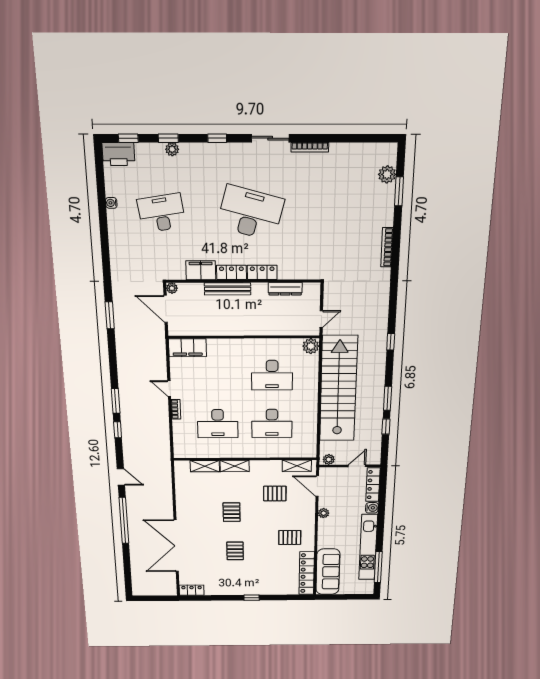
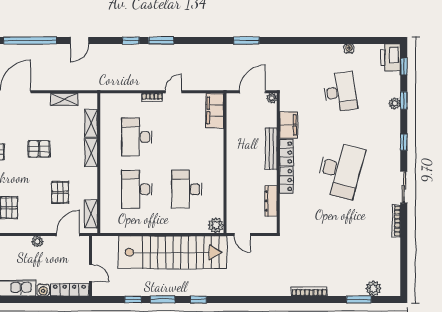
window: (391, 342) -> (198, 300), moved
plant: (329, 459) -> (98, 245), removed
shelving: (181, 490) -> (65, 99), added

